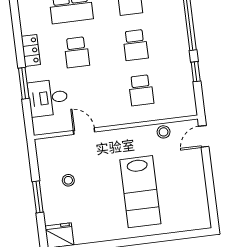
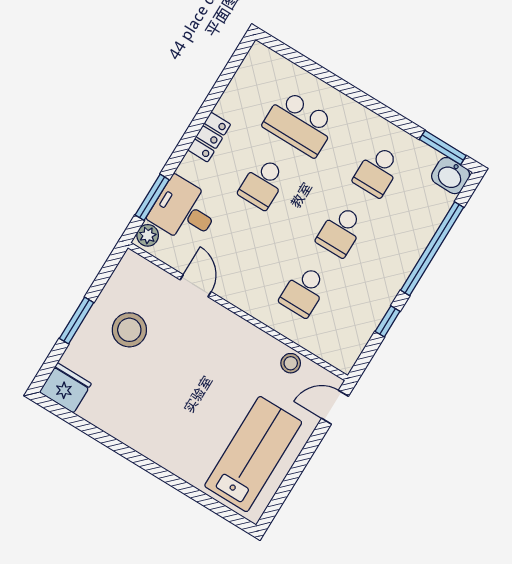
window: (24, 83) -> (152, 197), moved
plant: (39, 125) -> (148, 235), added
stool: (68, 180) -> (129, 330), width x1.89, depth x1.89
lab bench: (140, 192) -> (253, 454), moved, turned 180

